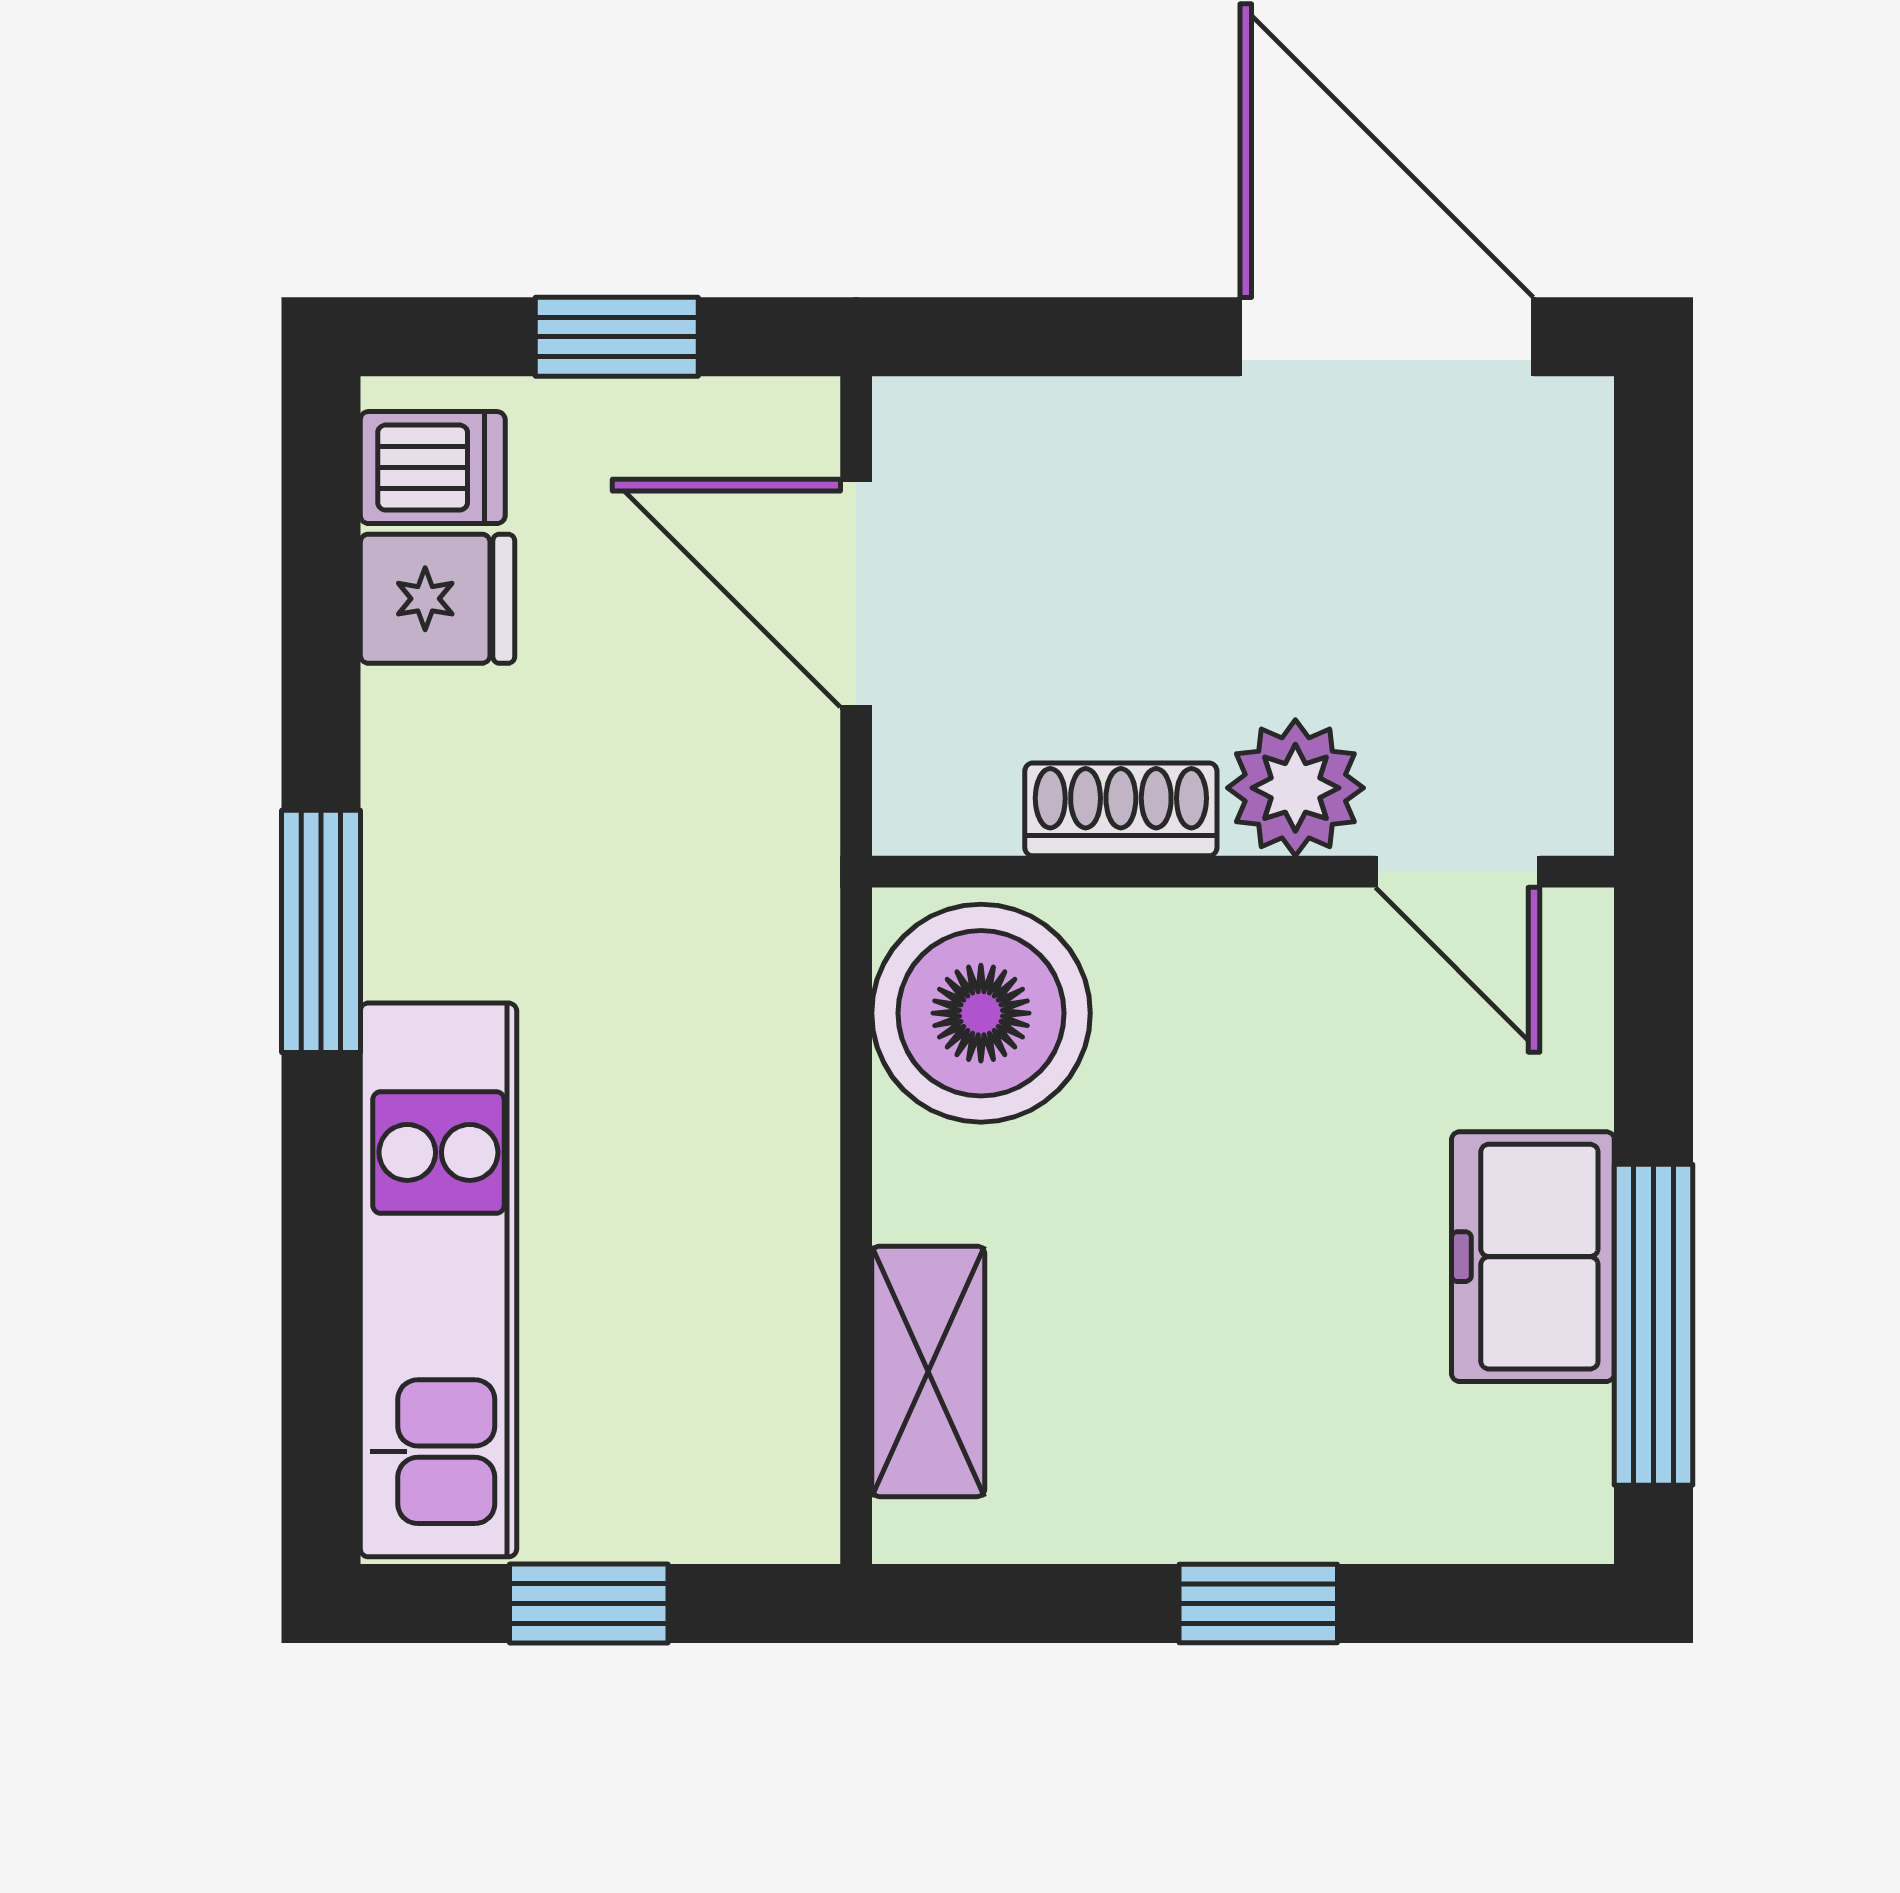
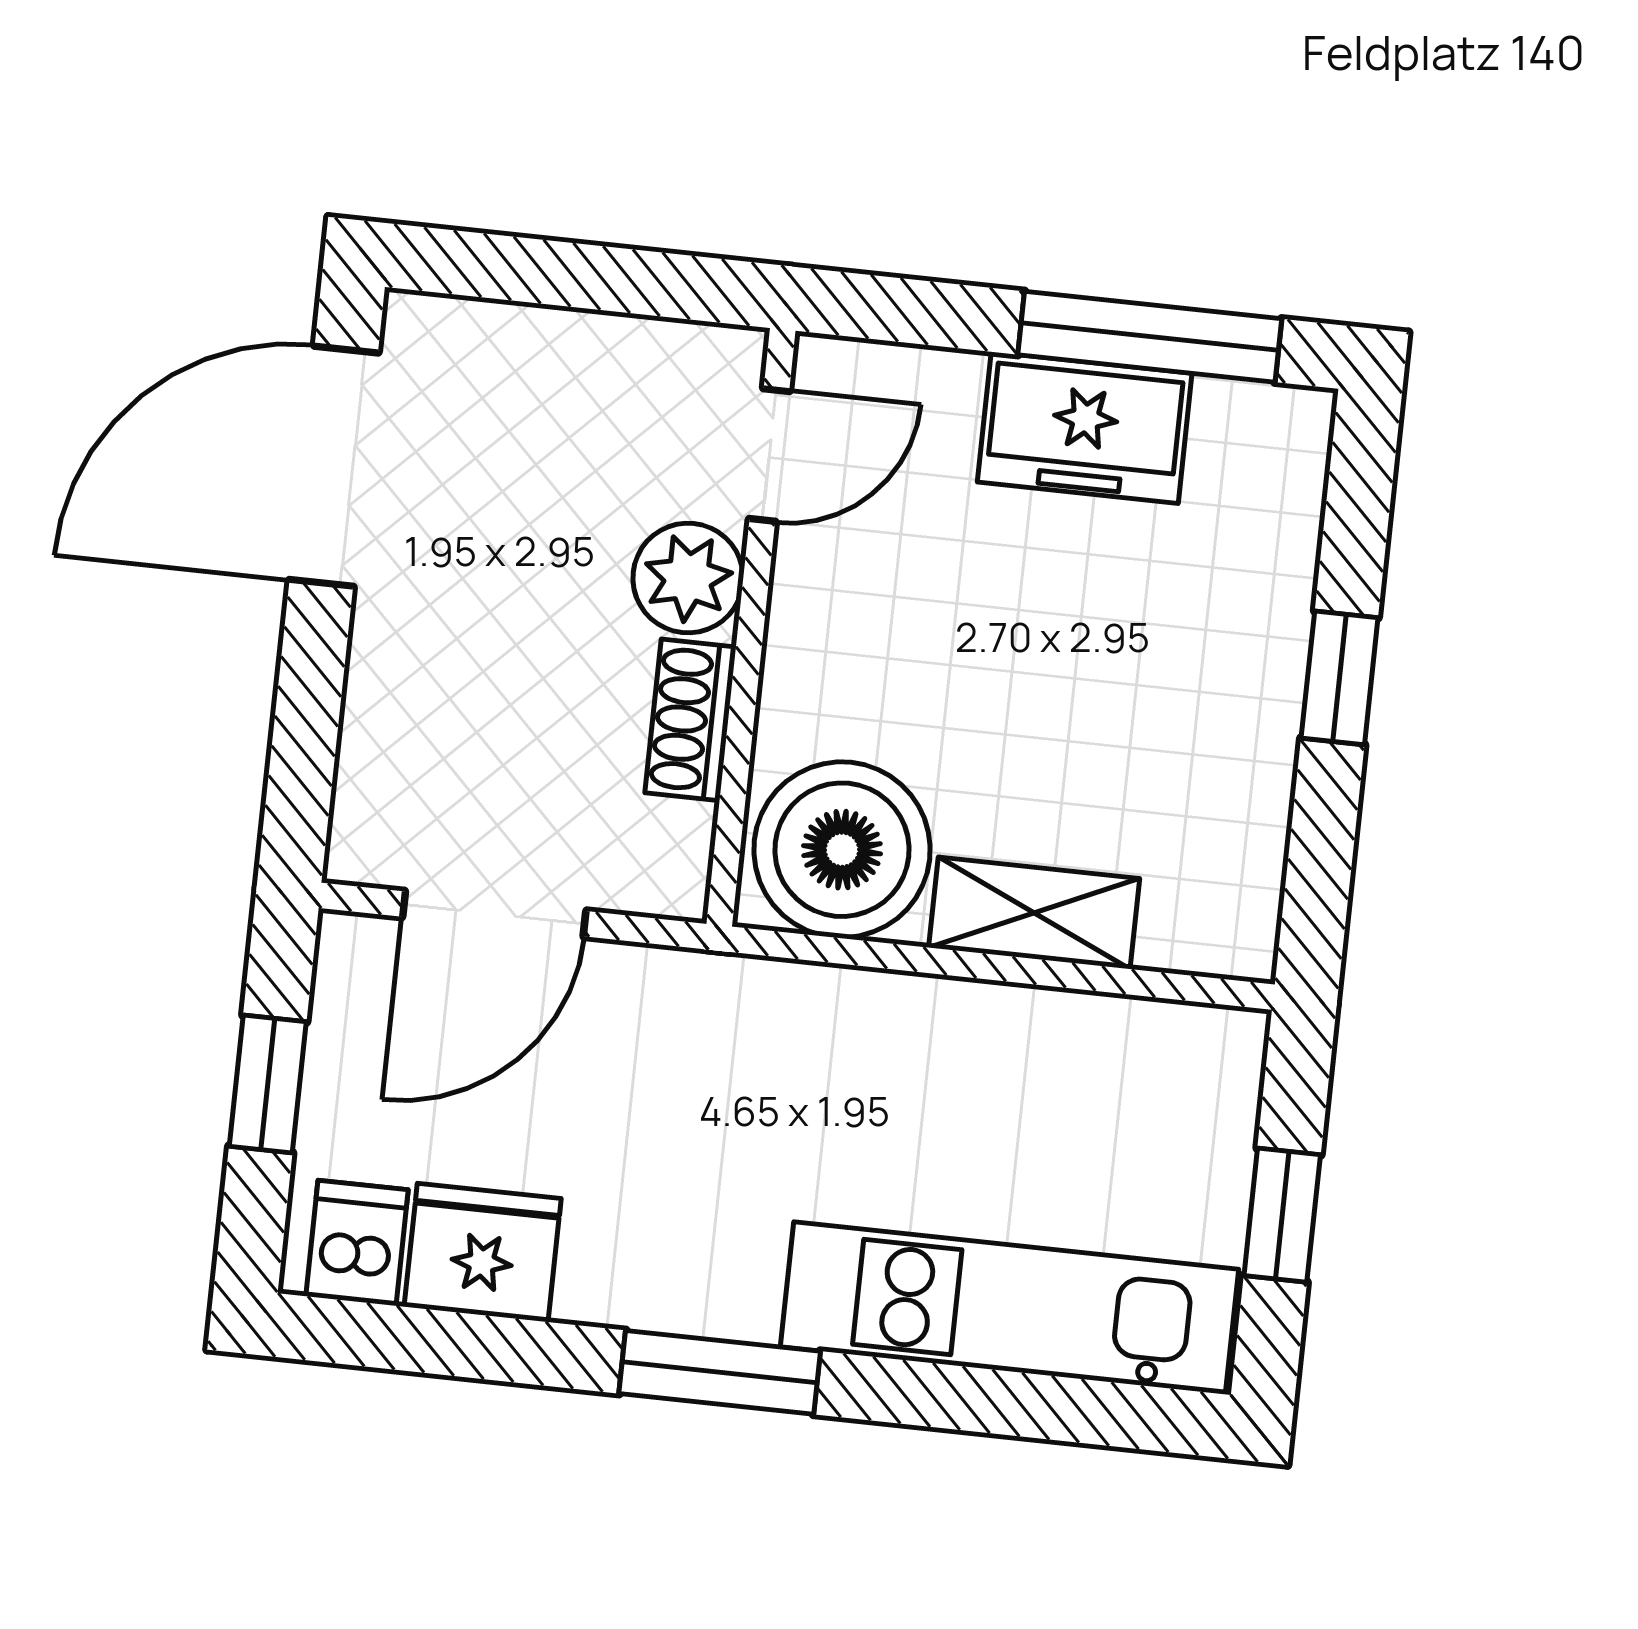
fridge: (437, 599) -> (483, 1253), width x1.38
shelving: (928, 1371) -> (1034, 913), moved

